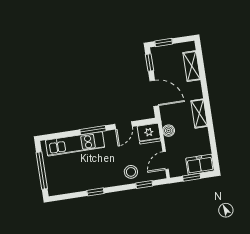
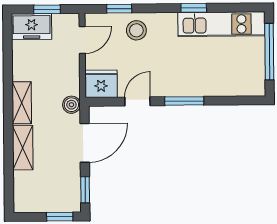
shelving: (192, 66) -> (23, 148), moved
door: (154, 93) -> (85, 143), swing flipped
boiler: (169, 131) -> (71, 105), moved
kitchen unit: (75, 144) -> (221, 24), moved, turned 180

